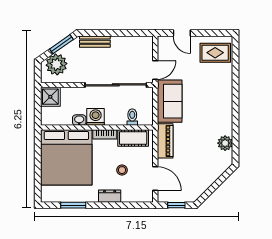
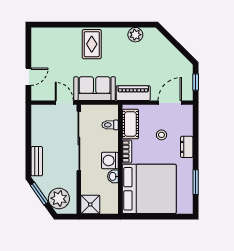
rug: (215, 53) -> (92, 44), moved

